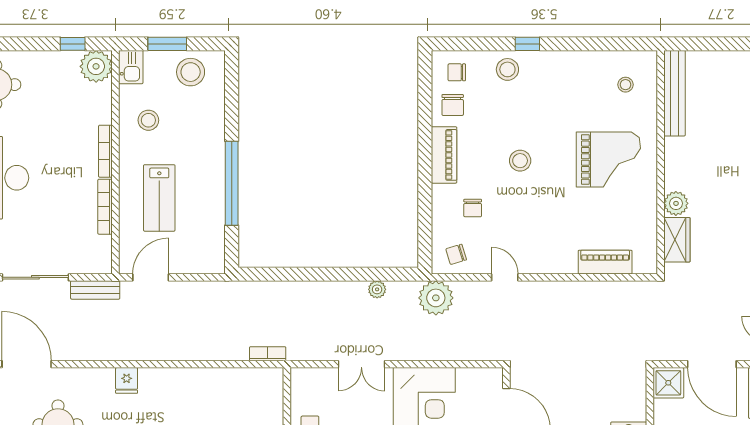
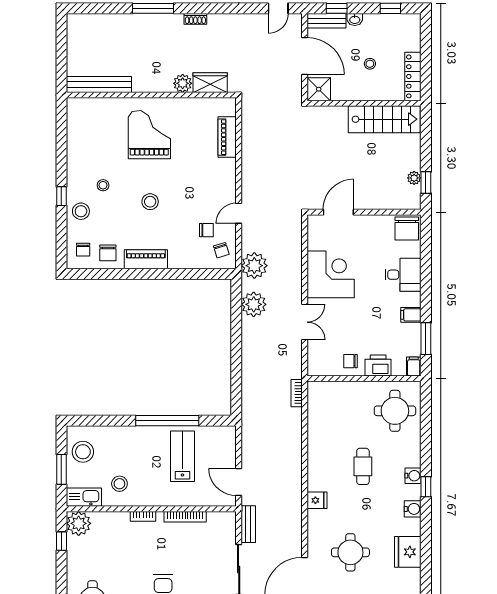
kitchen sink: (131, 67) -> (84, 497), width x1.38
stool: (626, 85) -> (103, 185), moved
chair: (453, 105) -> (108, 253), turned 90
bookcase: (105, 151) -> (143, 516), width x0.64
lab bench: (159, 198) -> (182, 456), moved, turned -90
chair: (473, 208) -> (206, 230), moved
plant: (377, 289) -> (254, 304), width x1.88, depth x1.88
door: (712, 364) -> (305, 56), hinge flipped

